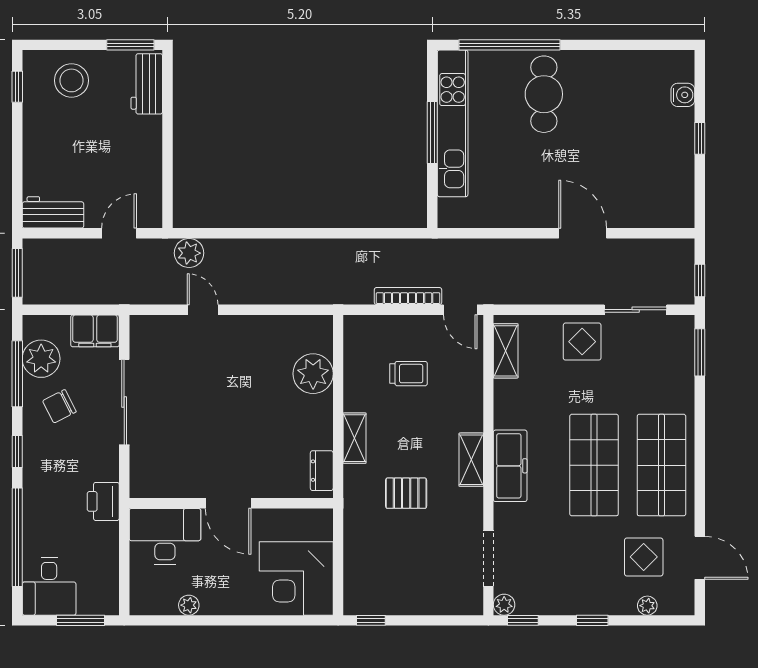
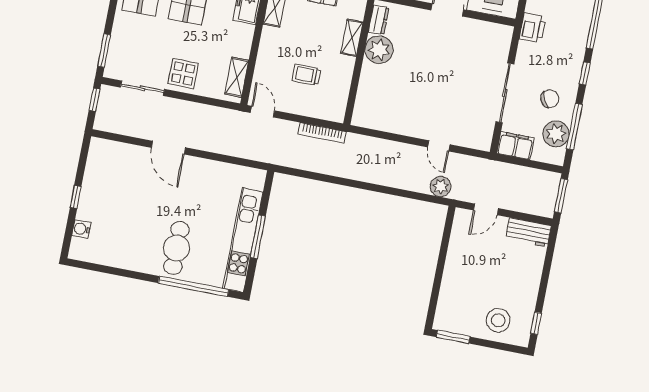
workbench: (147, 84) -> (447, 308), removed
bookcase: (408, 296) -> (322, 133), moved
plant: (313, 374) -> (379, 50), moved

